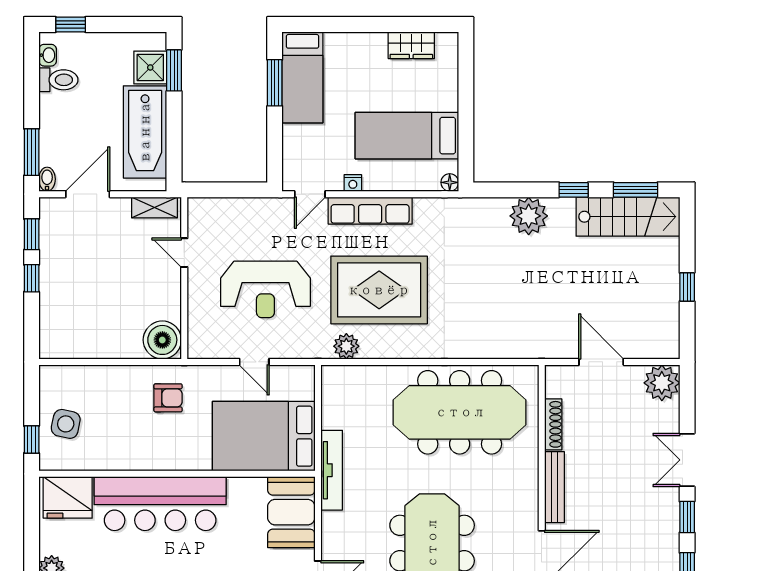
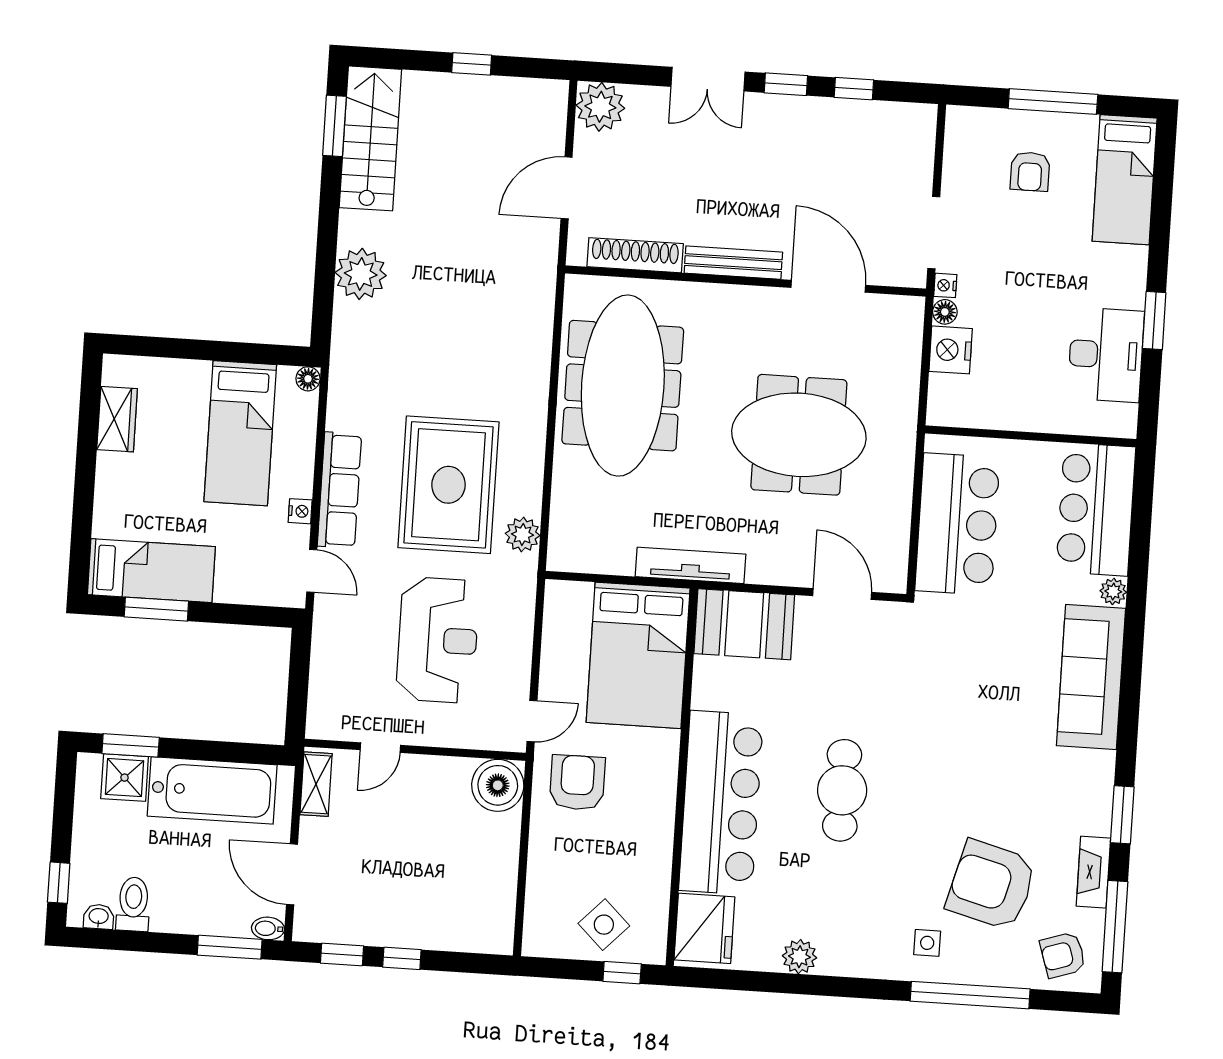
window: (574, 190) -> (329, 210), removed
door: (254, 362) -> (532, 721), moved
armchair: (168, 398) -> (577, 783), width x1.38, depth x1.38
side table: (66, 424) -> (604, 925), turned 32
shoe rack: (553, 424) -> (635, 255), width x1.36, depth x1.24

